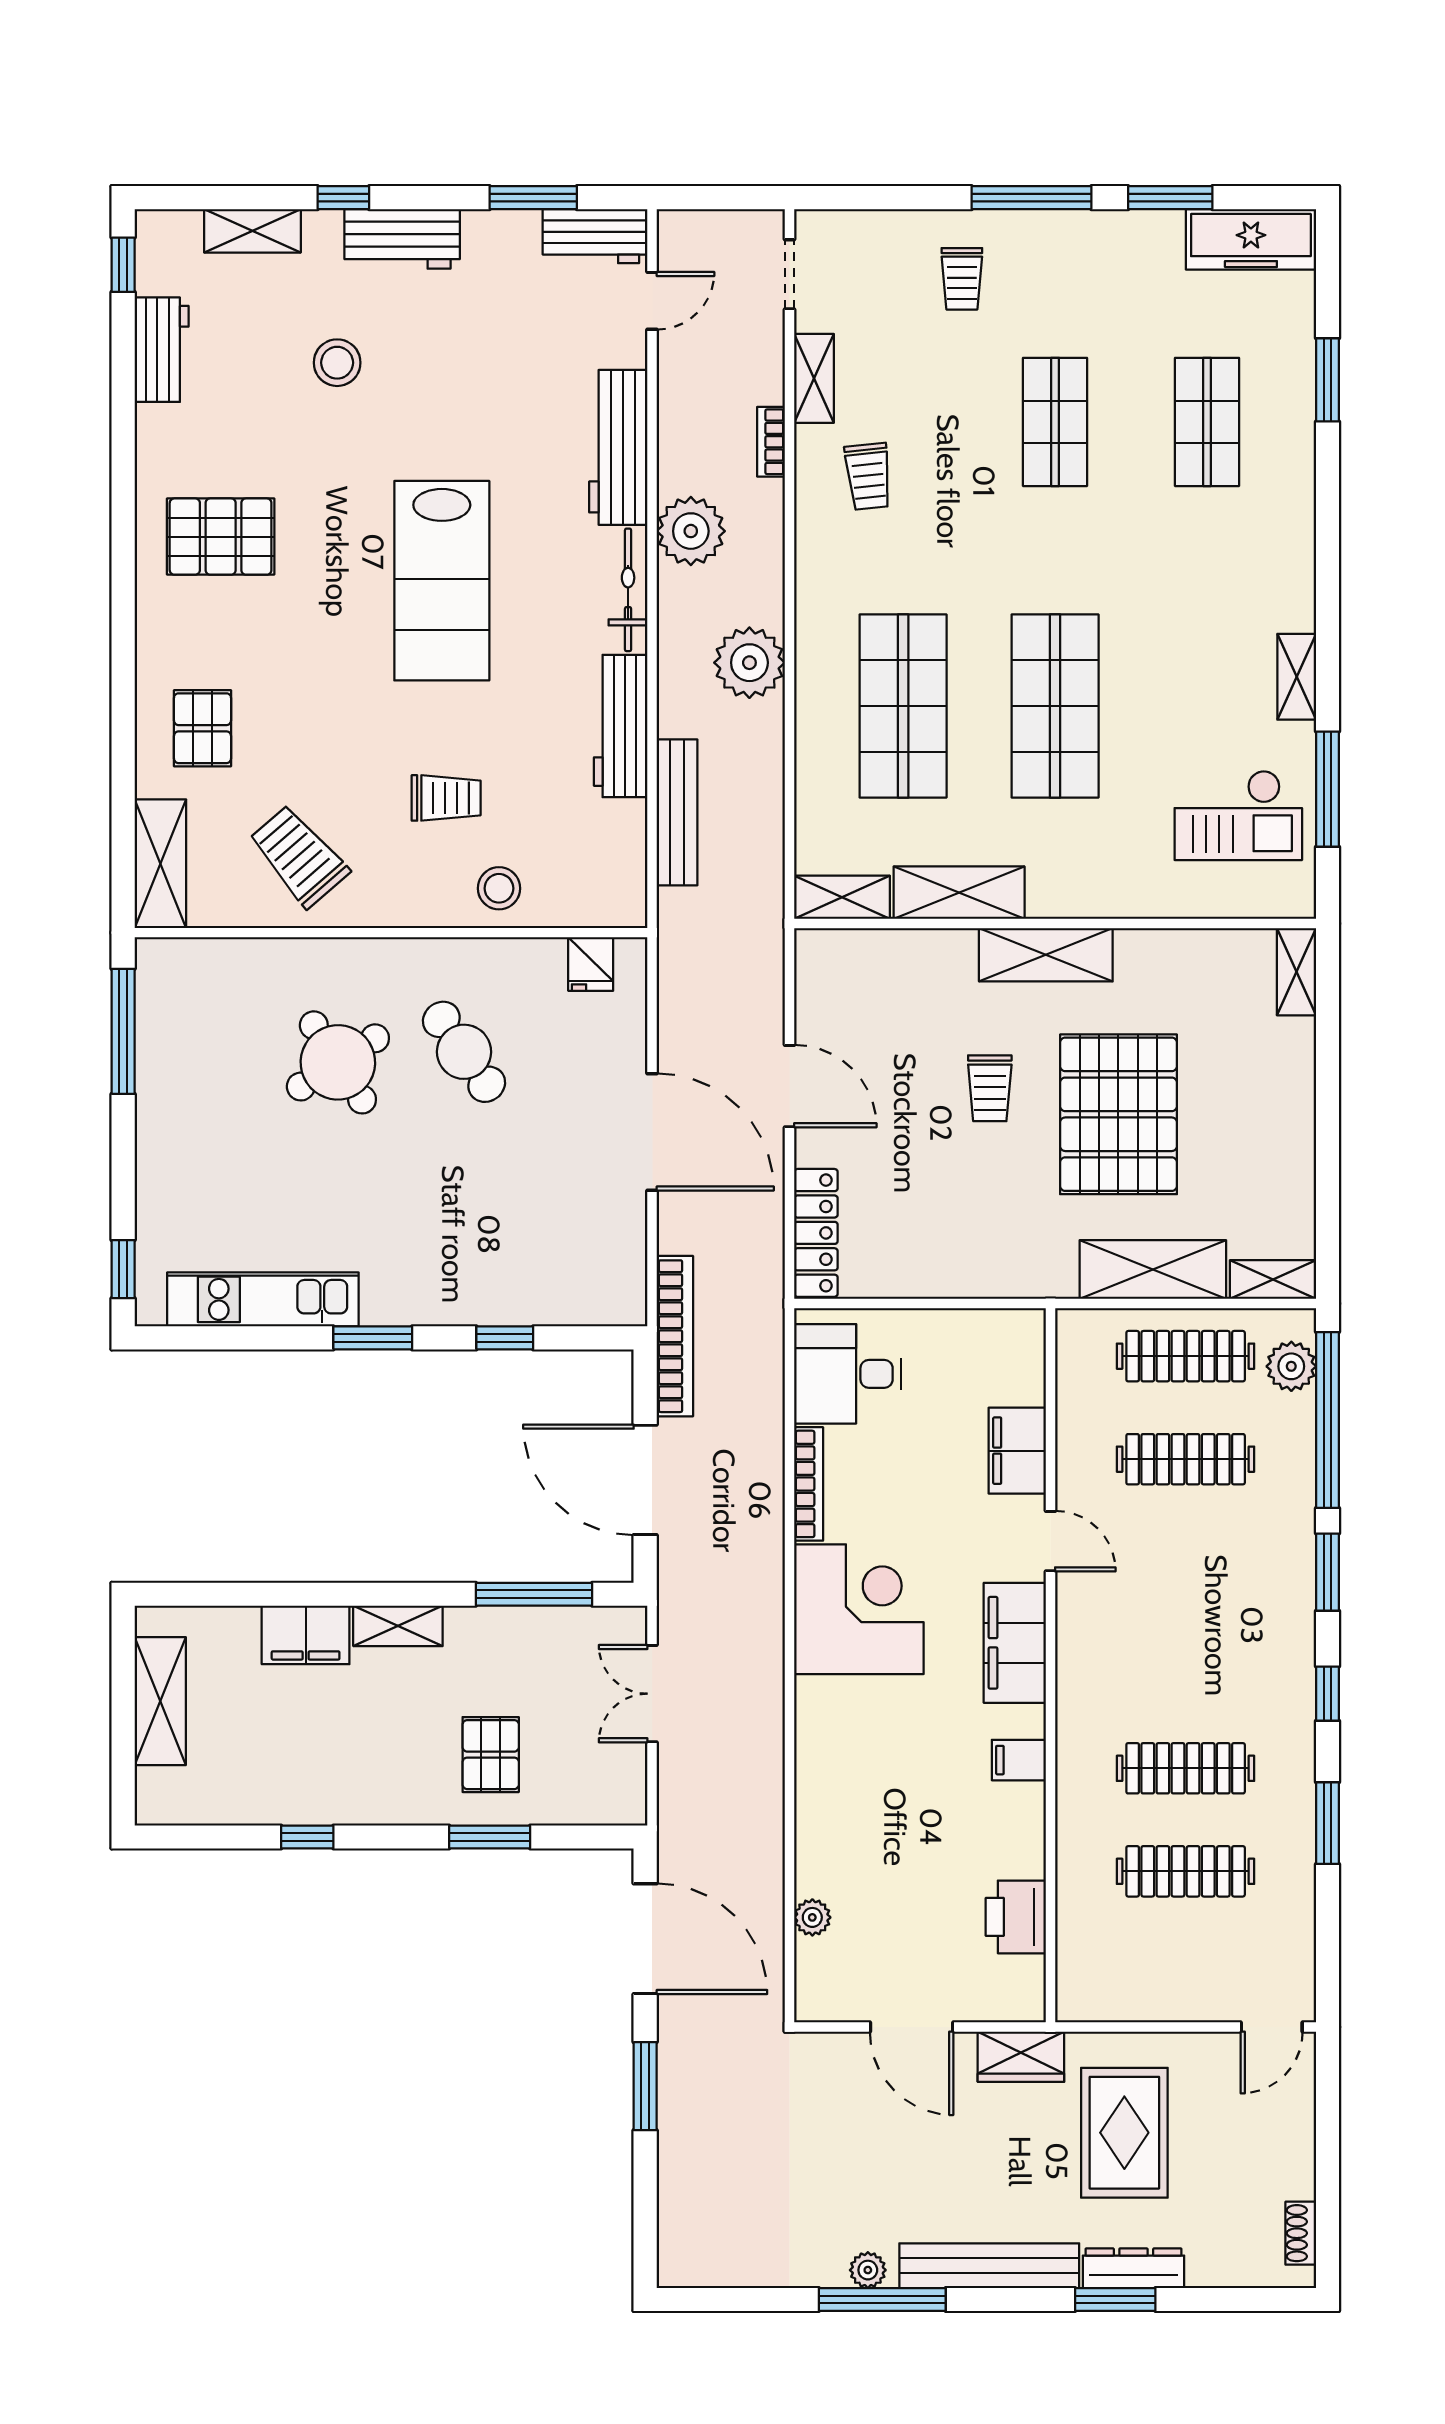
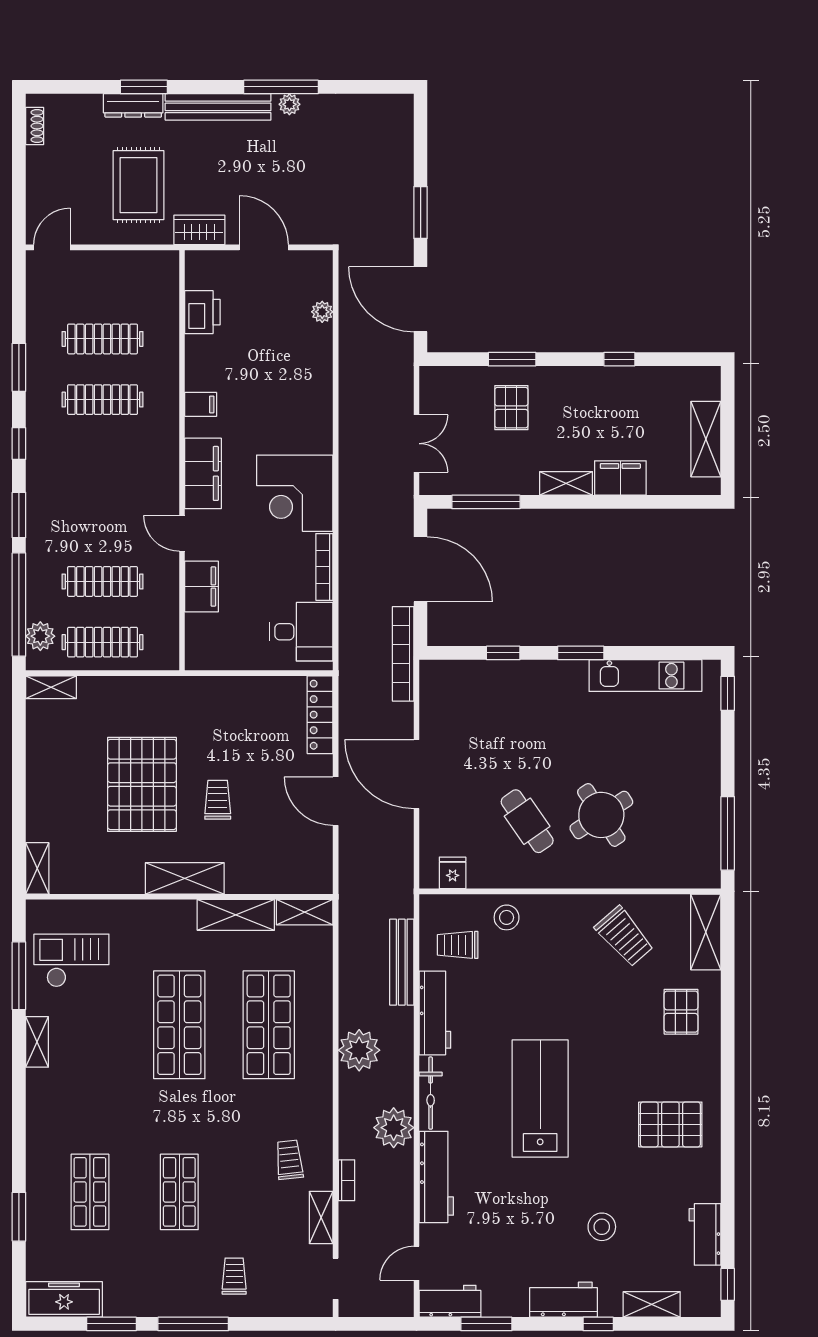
trolley: (446, 798) -> (458, 945), moved
shelving: (1153, 1270) -> (122, 693), removed

